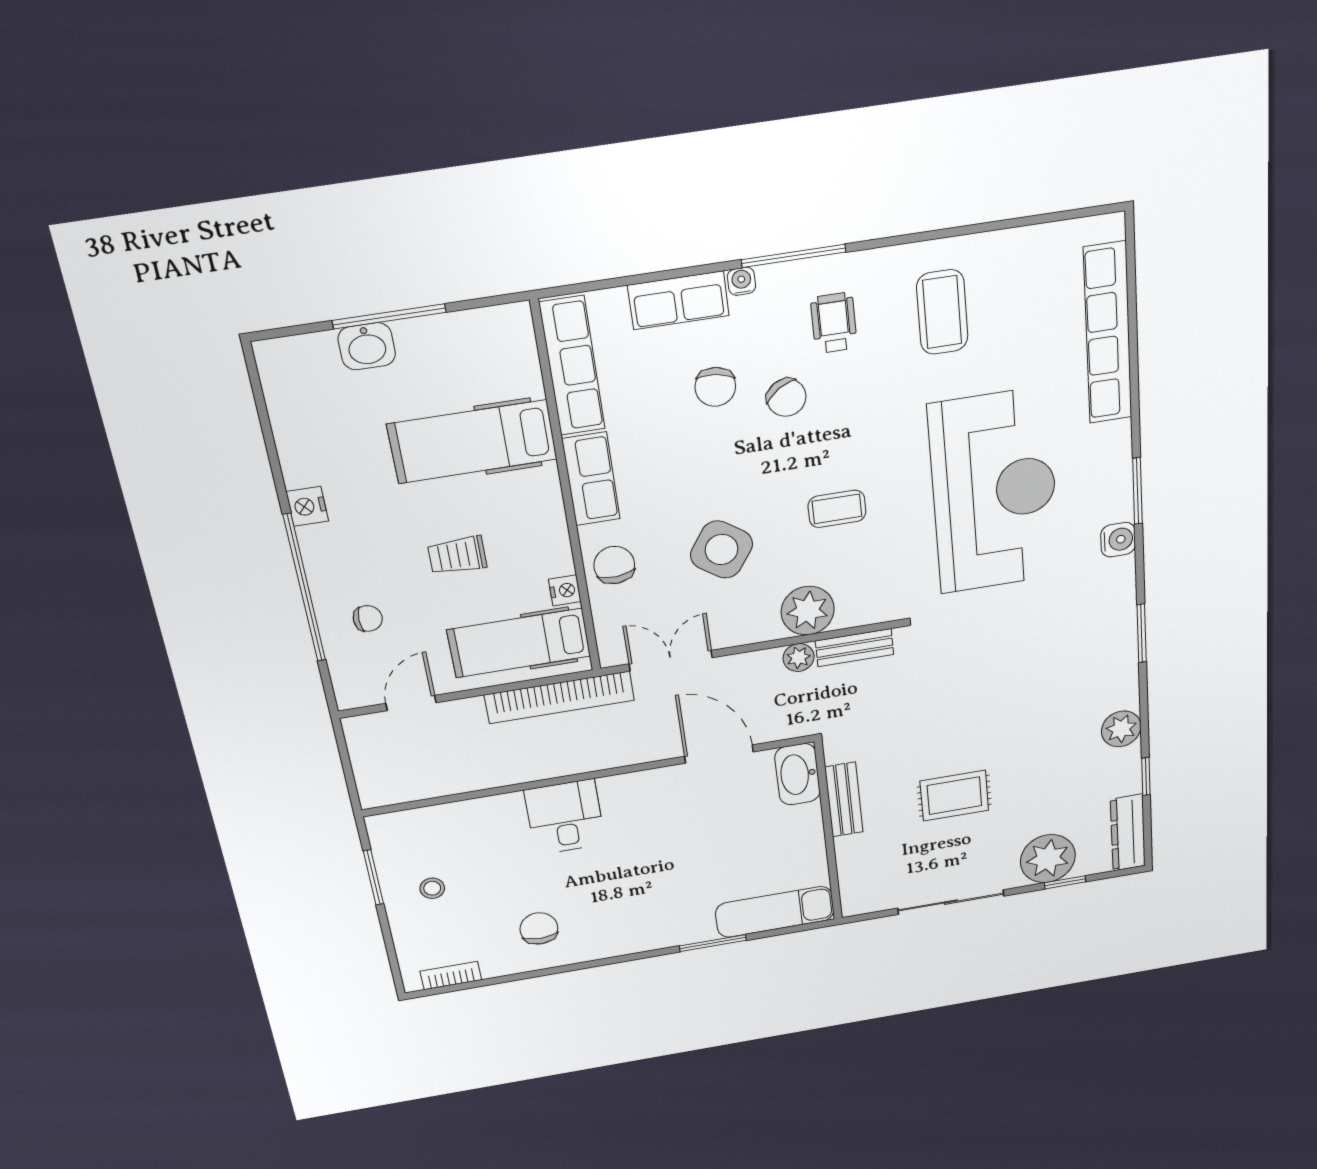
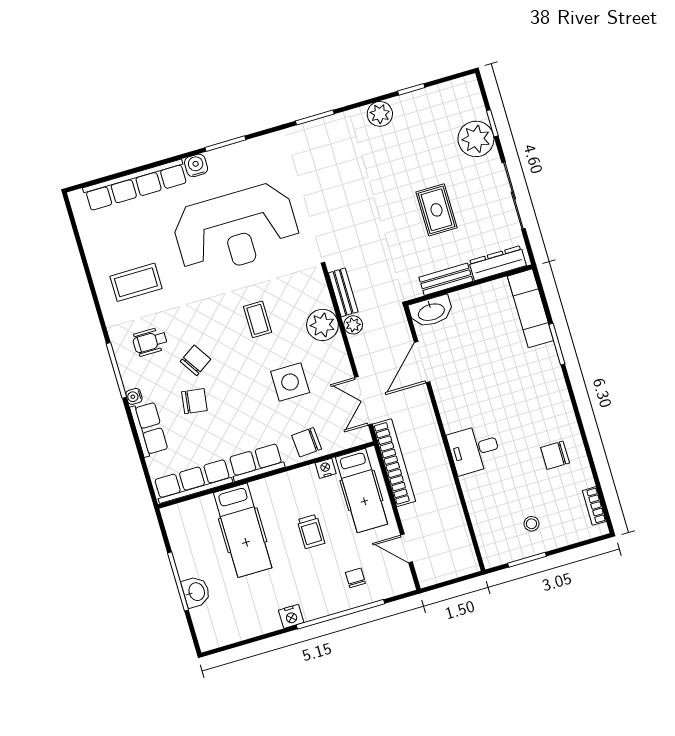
reception desk: (994, 491) -> (236, 229), turned 180
water cooler: (1118, 540) -> (196, 165), moved
side table: (721, 550) -> (290, 382), turned -35
dresser: (1128, 833) -> (498, 263), moved, turned 180

